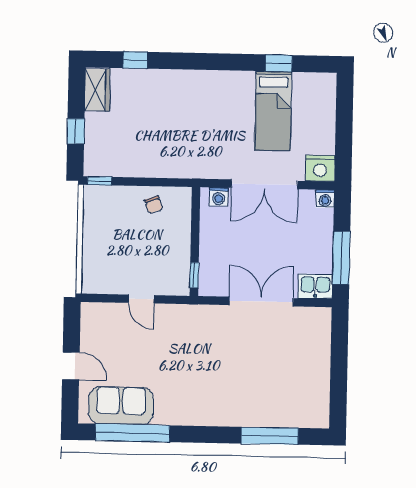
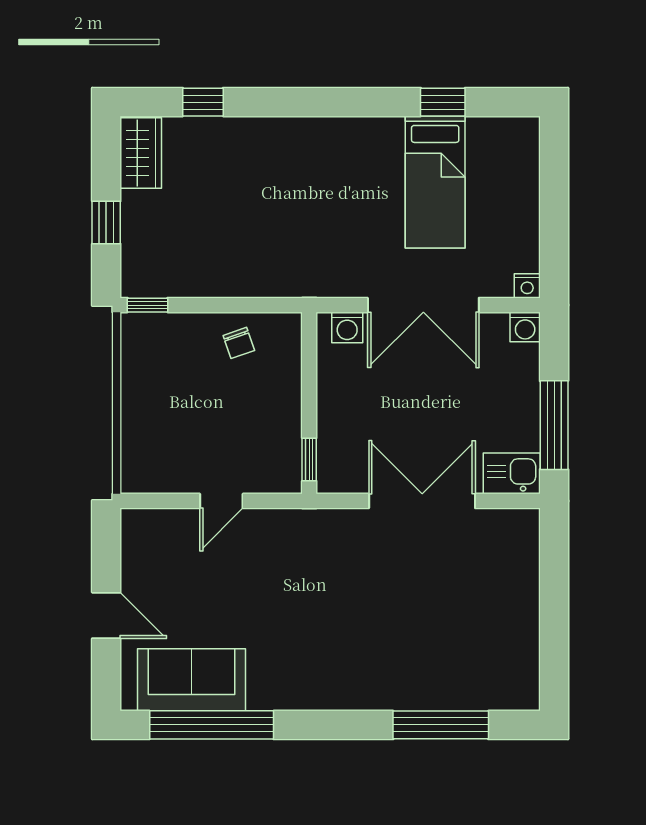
nightstand: (320, 168) -> (527, 286), width x0.53, depth x0.56
door: (141, 299) -> (221, 501), hinge flipped

